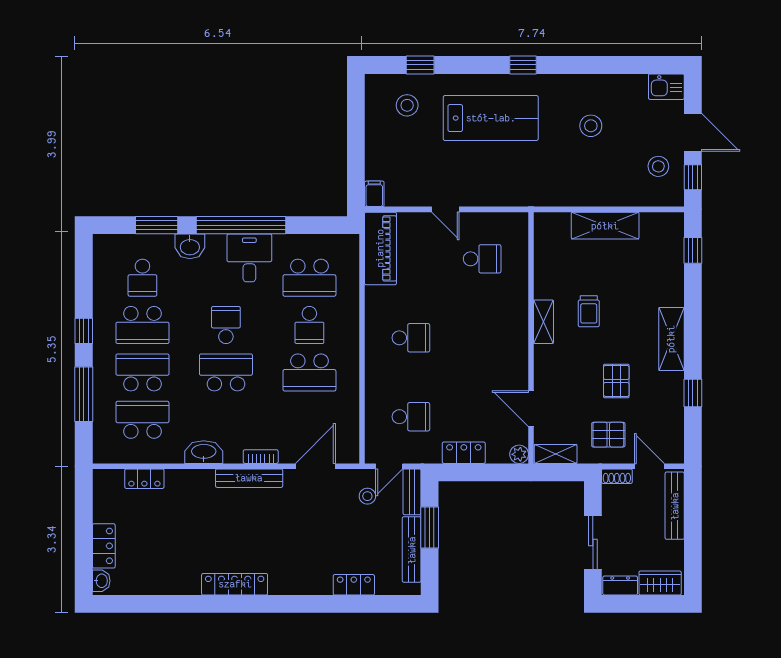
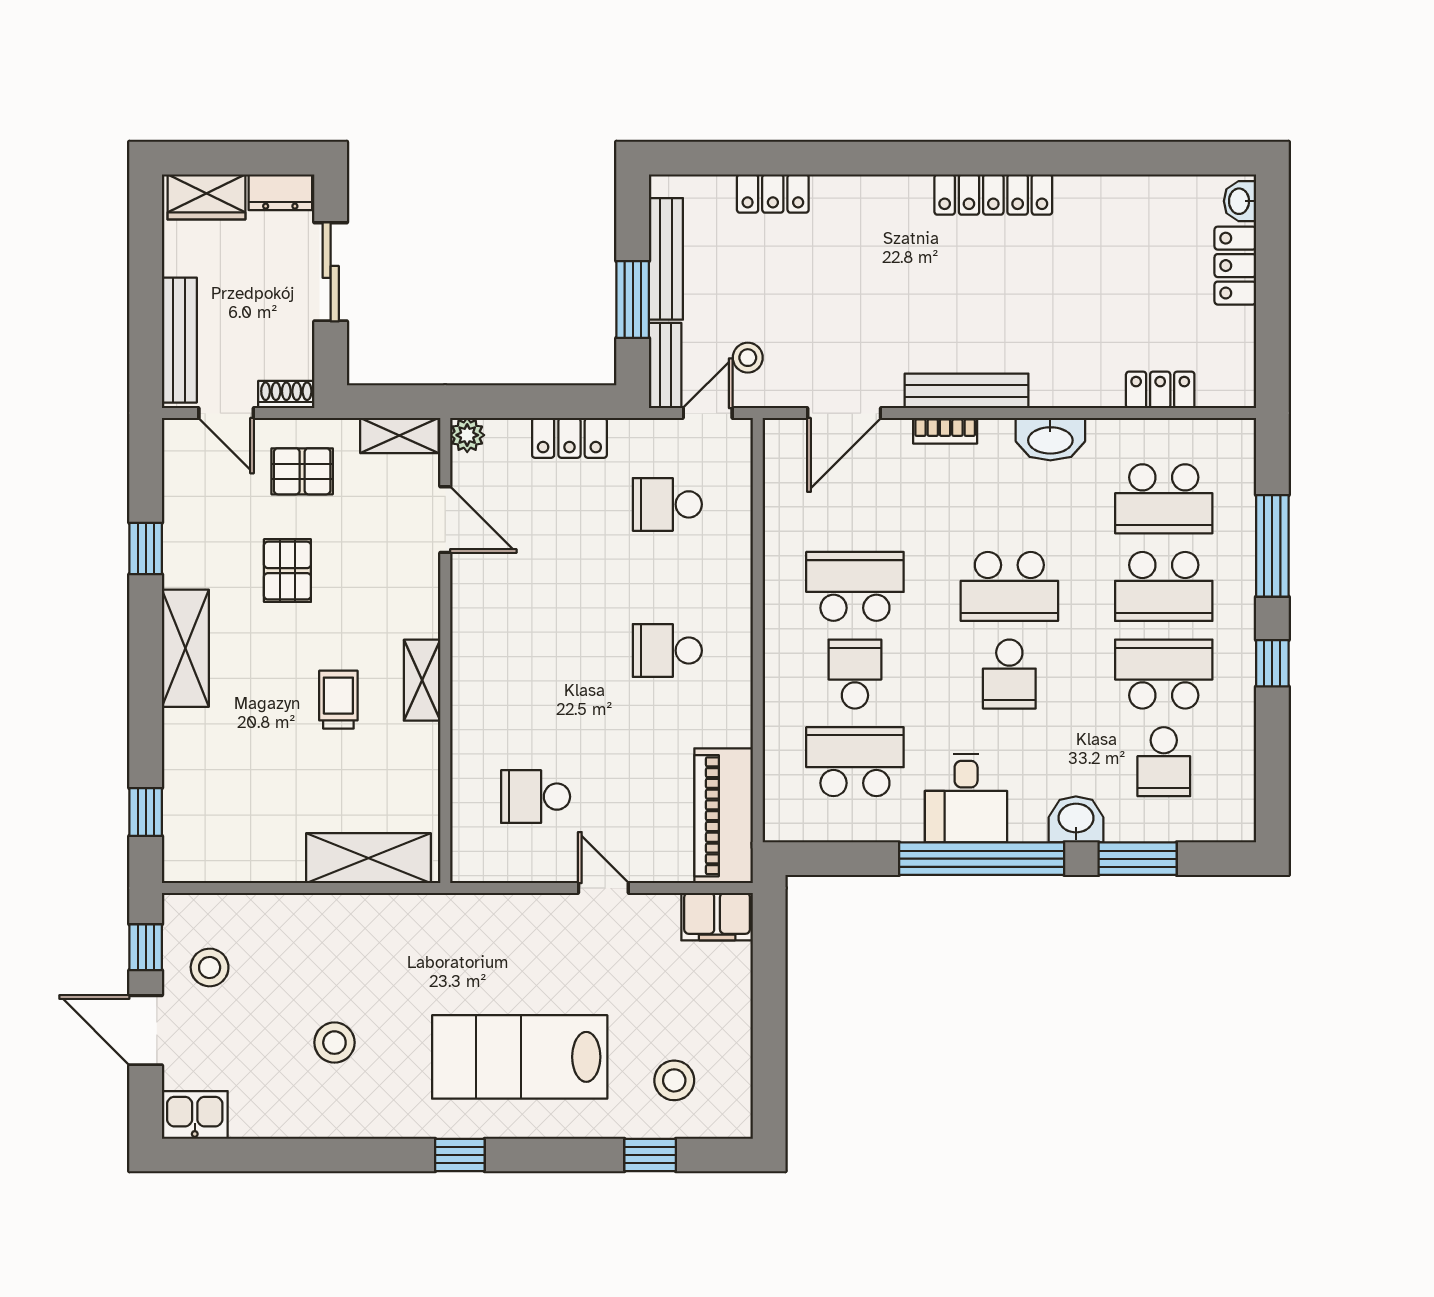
filing cabinet: (374, 194) -> (717, 917), width x2.00
shelving: (605, 226) -> (368, 858), moved
school desk: (142, 278) -> (1164, 762), turned 180

